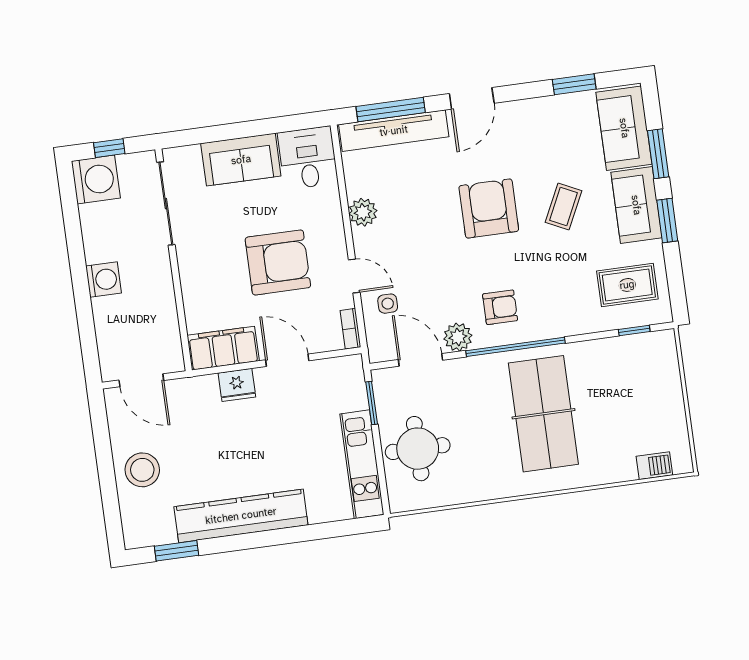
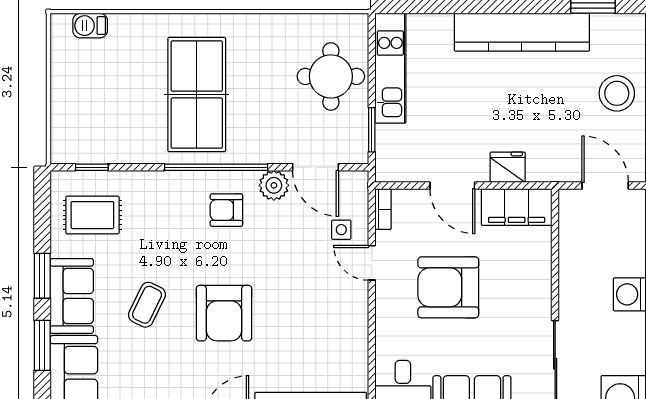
plant: (363, 212) -> (354, 327), removed

